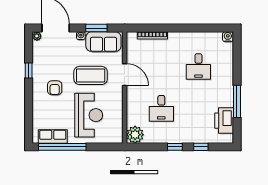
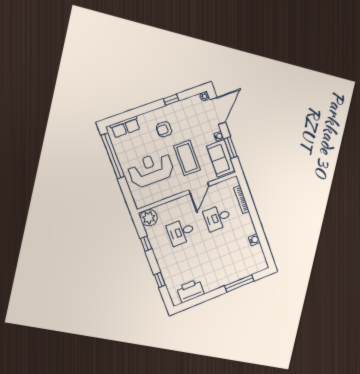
water cooler: (228, 37) -> (254, 240), moved
desk: (198, 67) -> (217, 218), moved
window: (237, 101) -> (239, 283), moved
reception desk: (89, 115) -> (151, 169), turned 180
row of seats: (53, 136) -> (125, 127), moved, turned 90
window: (175, 147) -> (146, 244), moved

